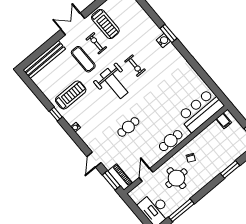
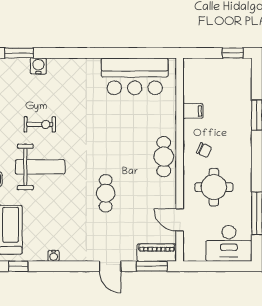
window: (168, 33) -> (19, 53), moved
bar counter: (201, 110) -> (135, 76), moved, turned -90
filing cabinet: (224, 121) -> (193, 111), moved

